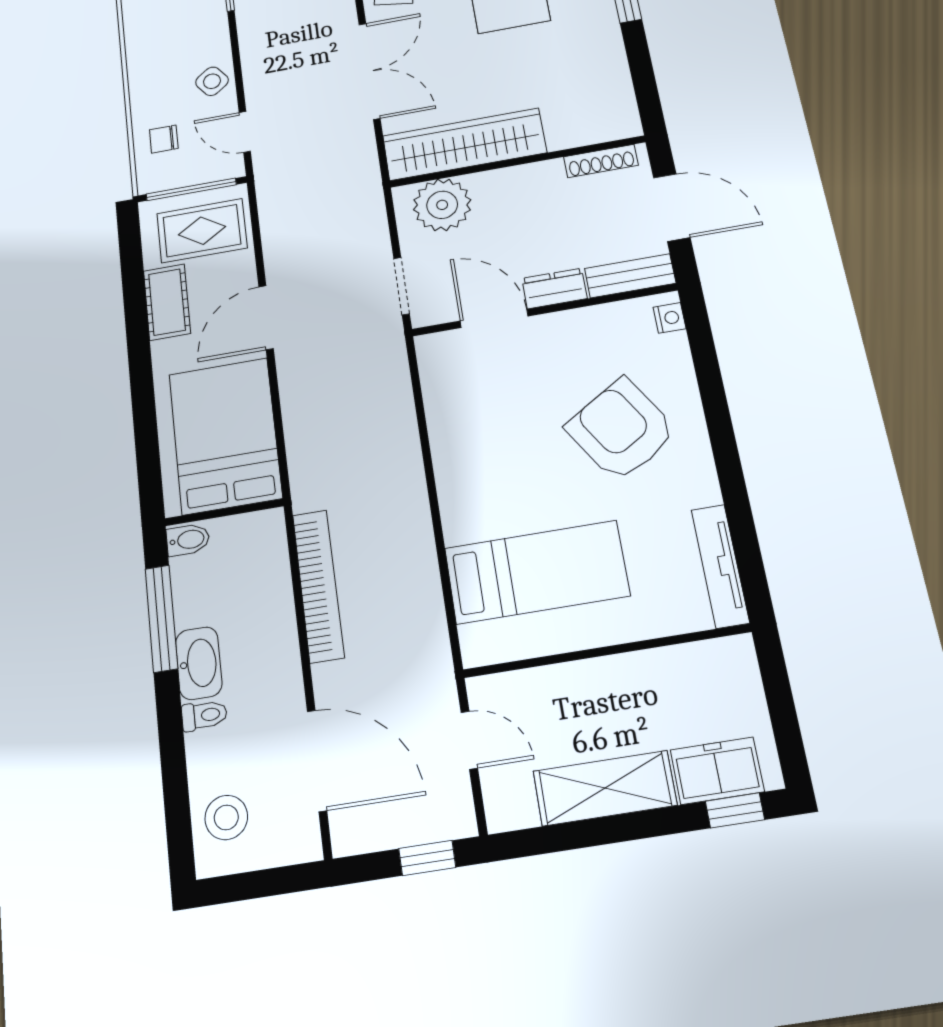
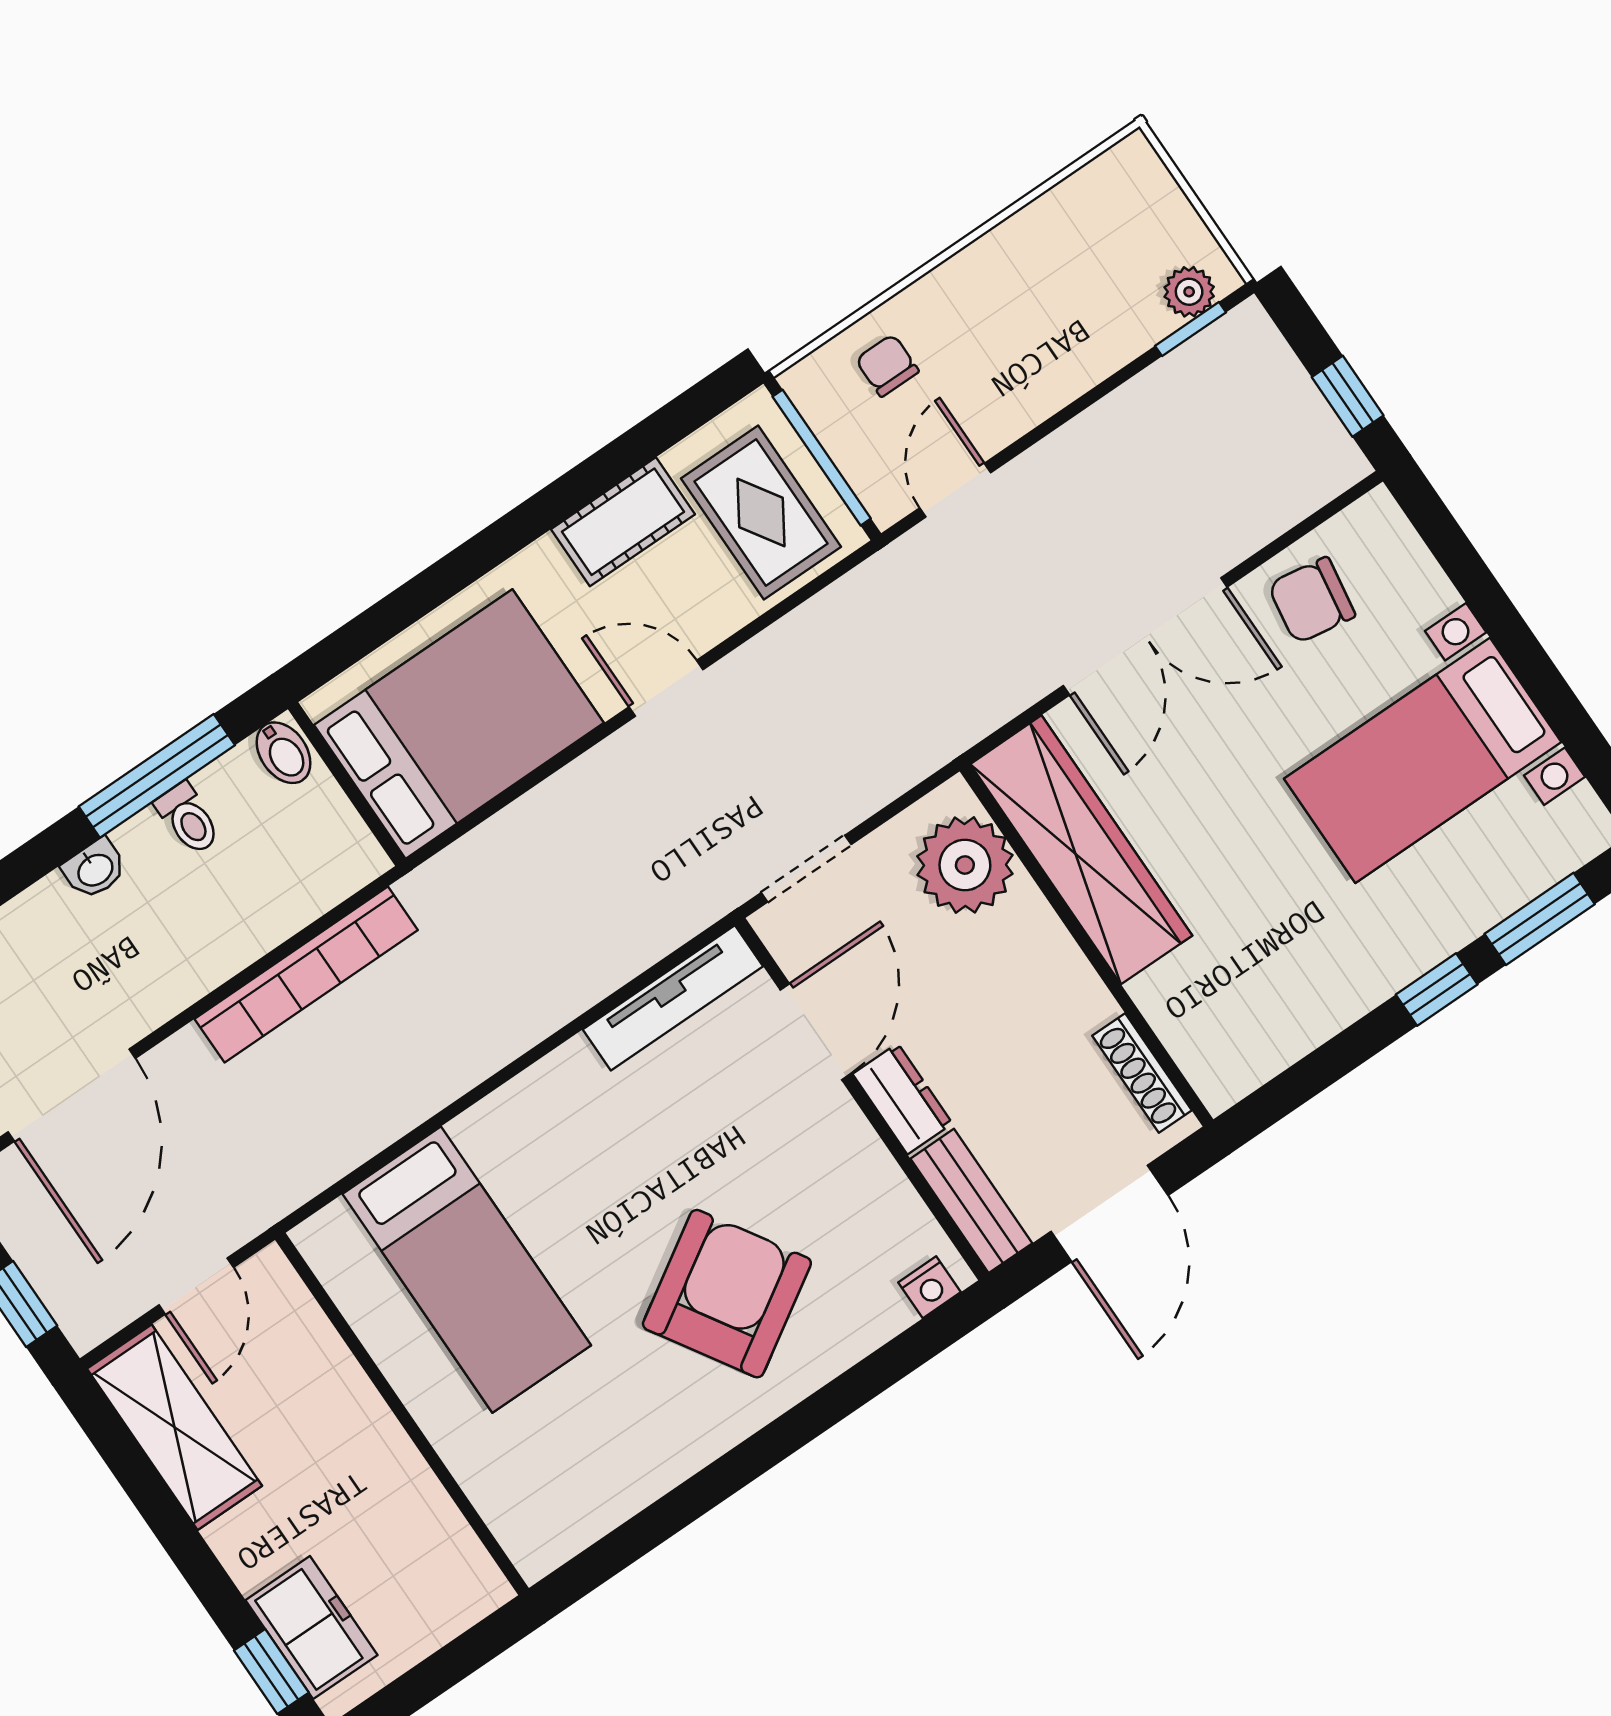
side table: (212, 81) -> (1020, 389), removed
door: (266, 318) -> (666, 688), width x0.73
tv unit: (720, 566) -> (673, 998), moved, turned 180
washbasin: (199, 663) -> (95, 869), width x0.52, depth x0.69
toilet: (204, 715) -> (188, 819), moved
shelving: (605, 788) -> (175, 1427), moved

